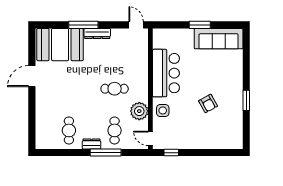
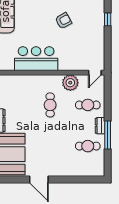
side table: (163, 110) -> (70, 62), removed
window: (106, 153) -> (108, 135), moved
window: (171, 153) -> (108, 19), moved

